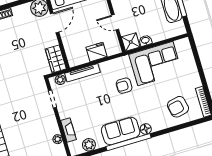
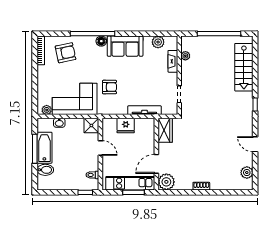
washbasin: (145, 41) -> (59, 123), moved
plant: (60, 80) -> (47, 110), moved
window: (128, 142) -> (92, 34), moved

